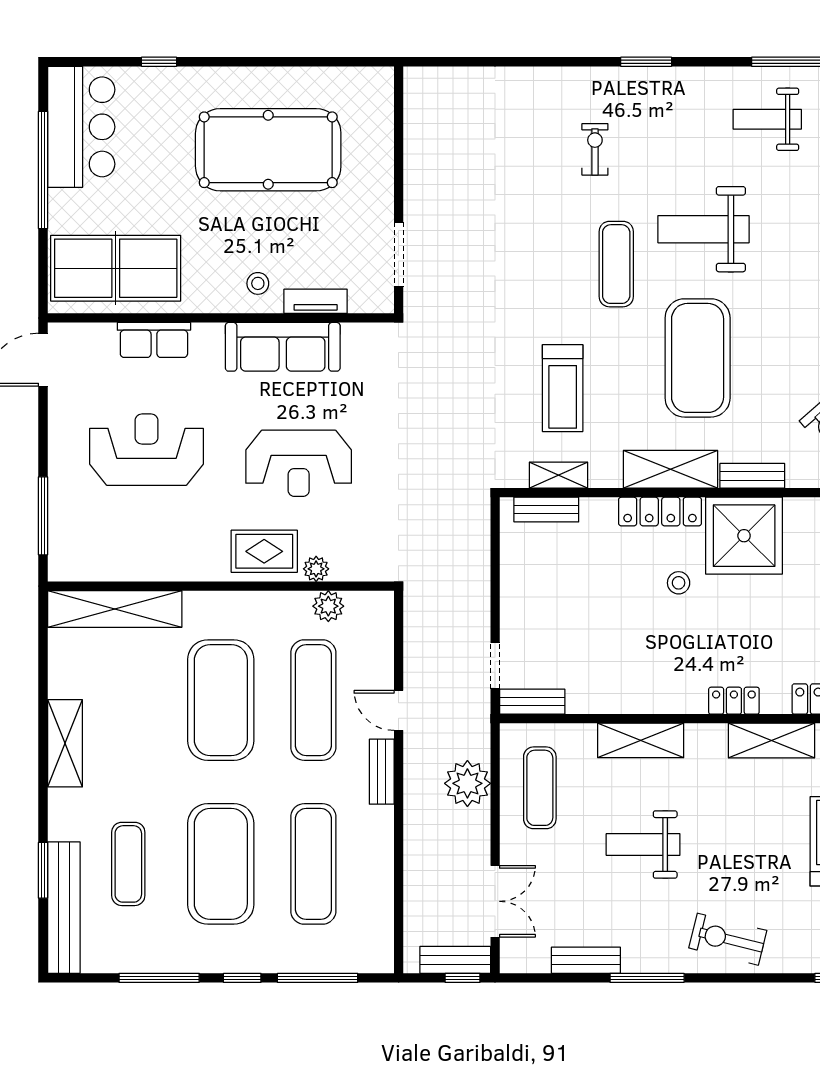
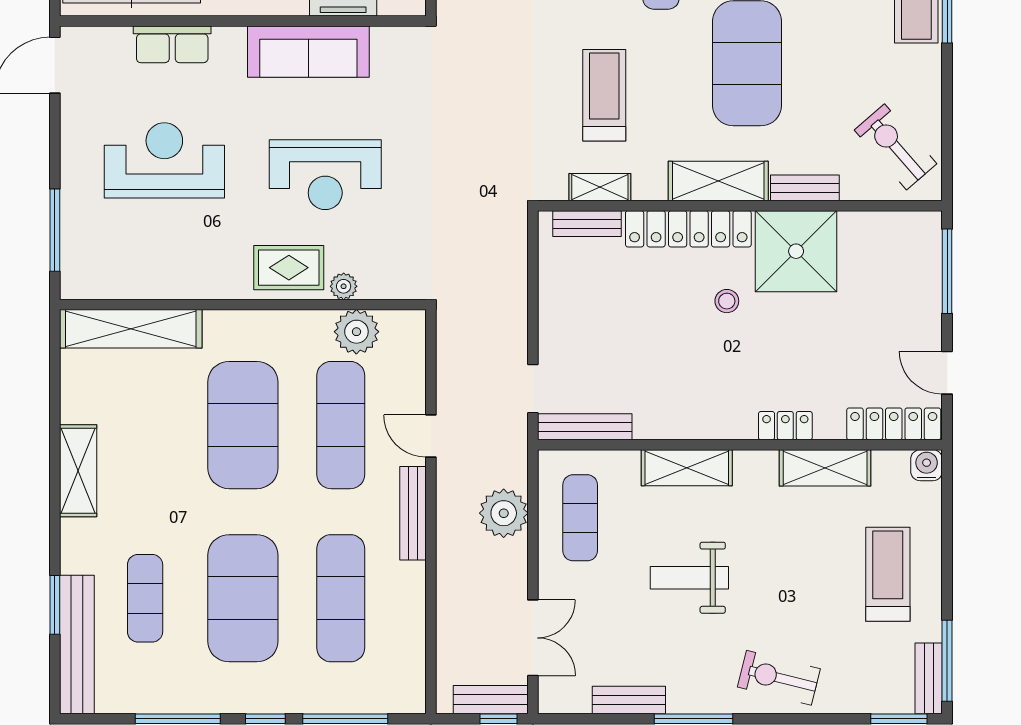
treadmill: (563, 388) -> (604, 95), turned 180
locker: (660, 512) -> (688, 229), width x1.41, depth x1.21
plant: (328, 606) -> (356, 332), width x1.36, depth x1.36
bench: (532, 702) -> (585, 427), width x1.36
bench: (382, 772) -> (413, 513), width x1.36

